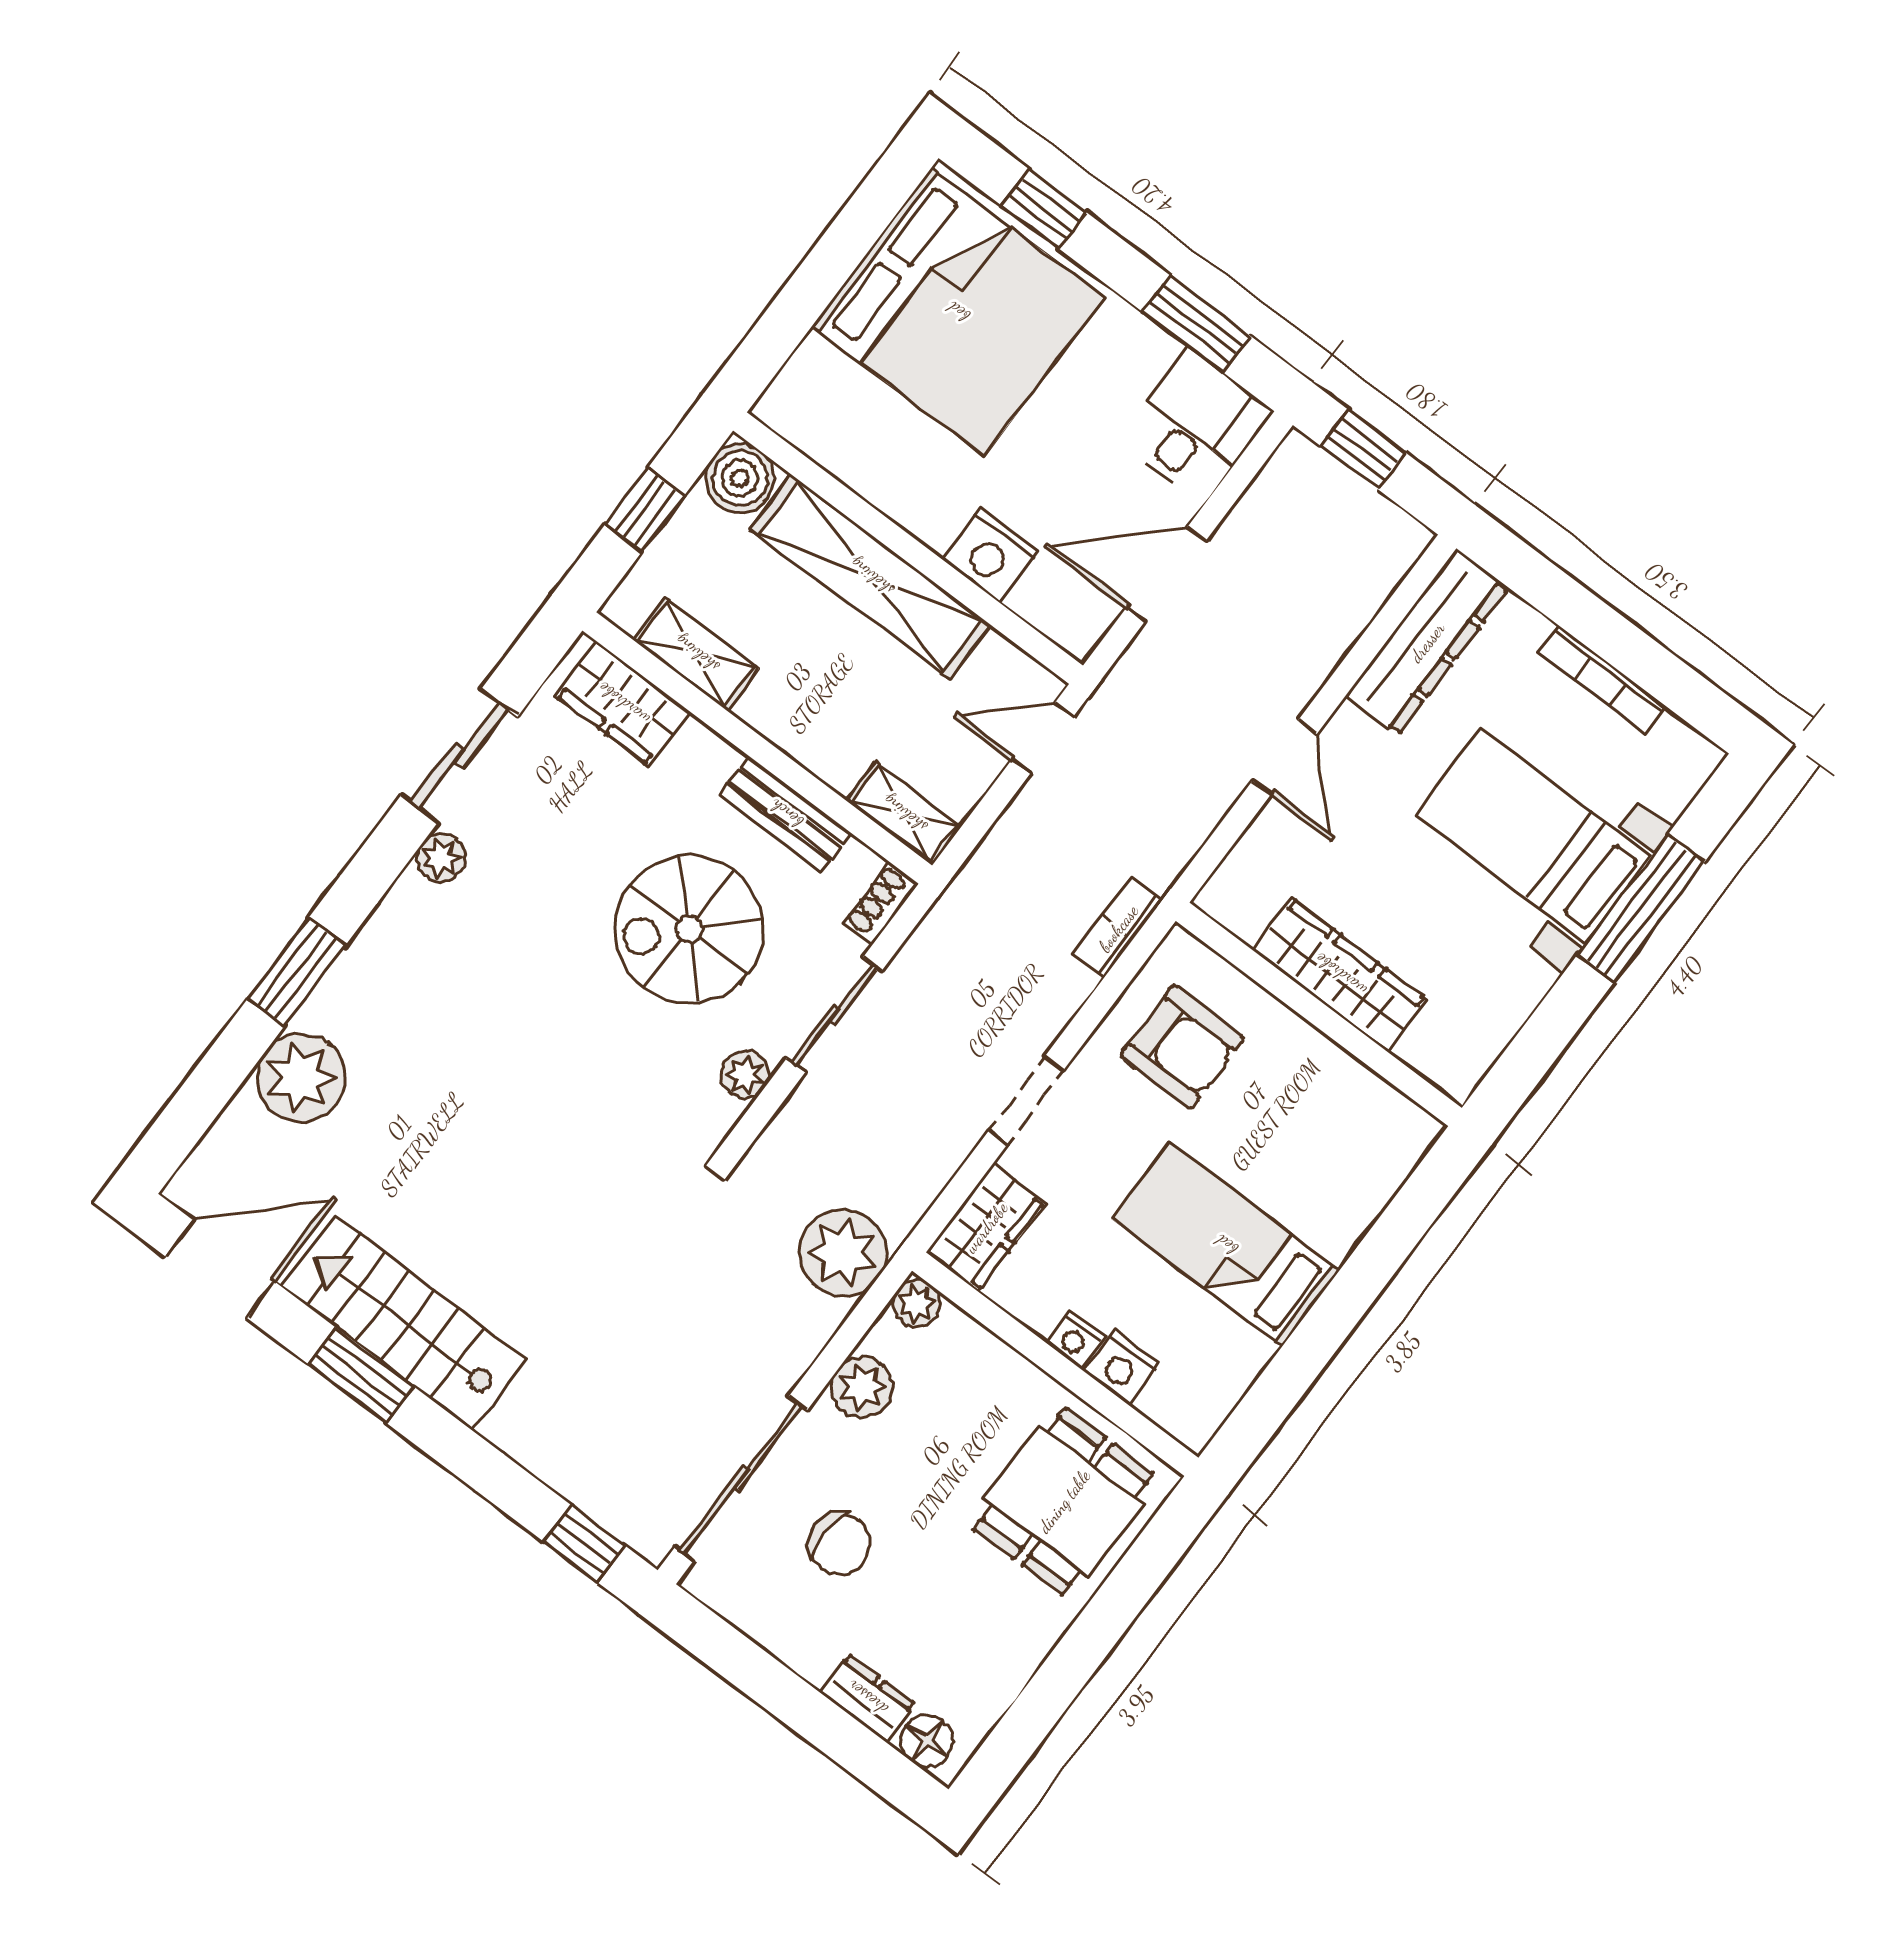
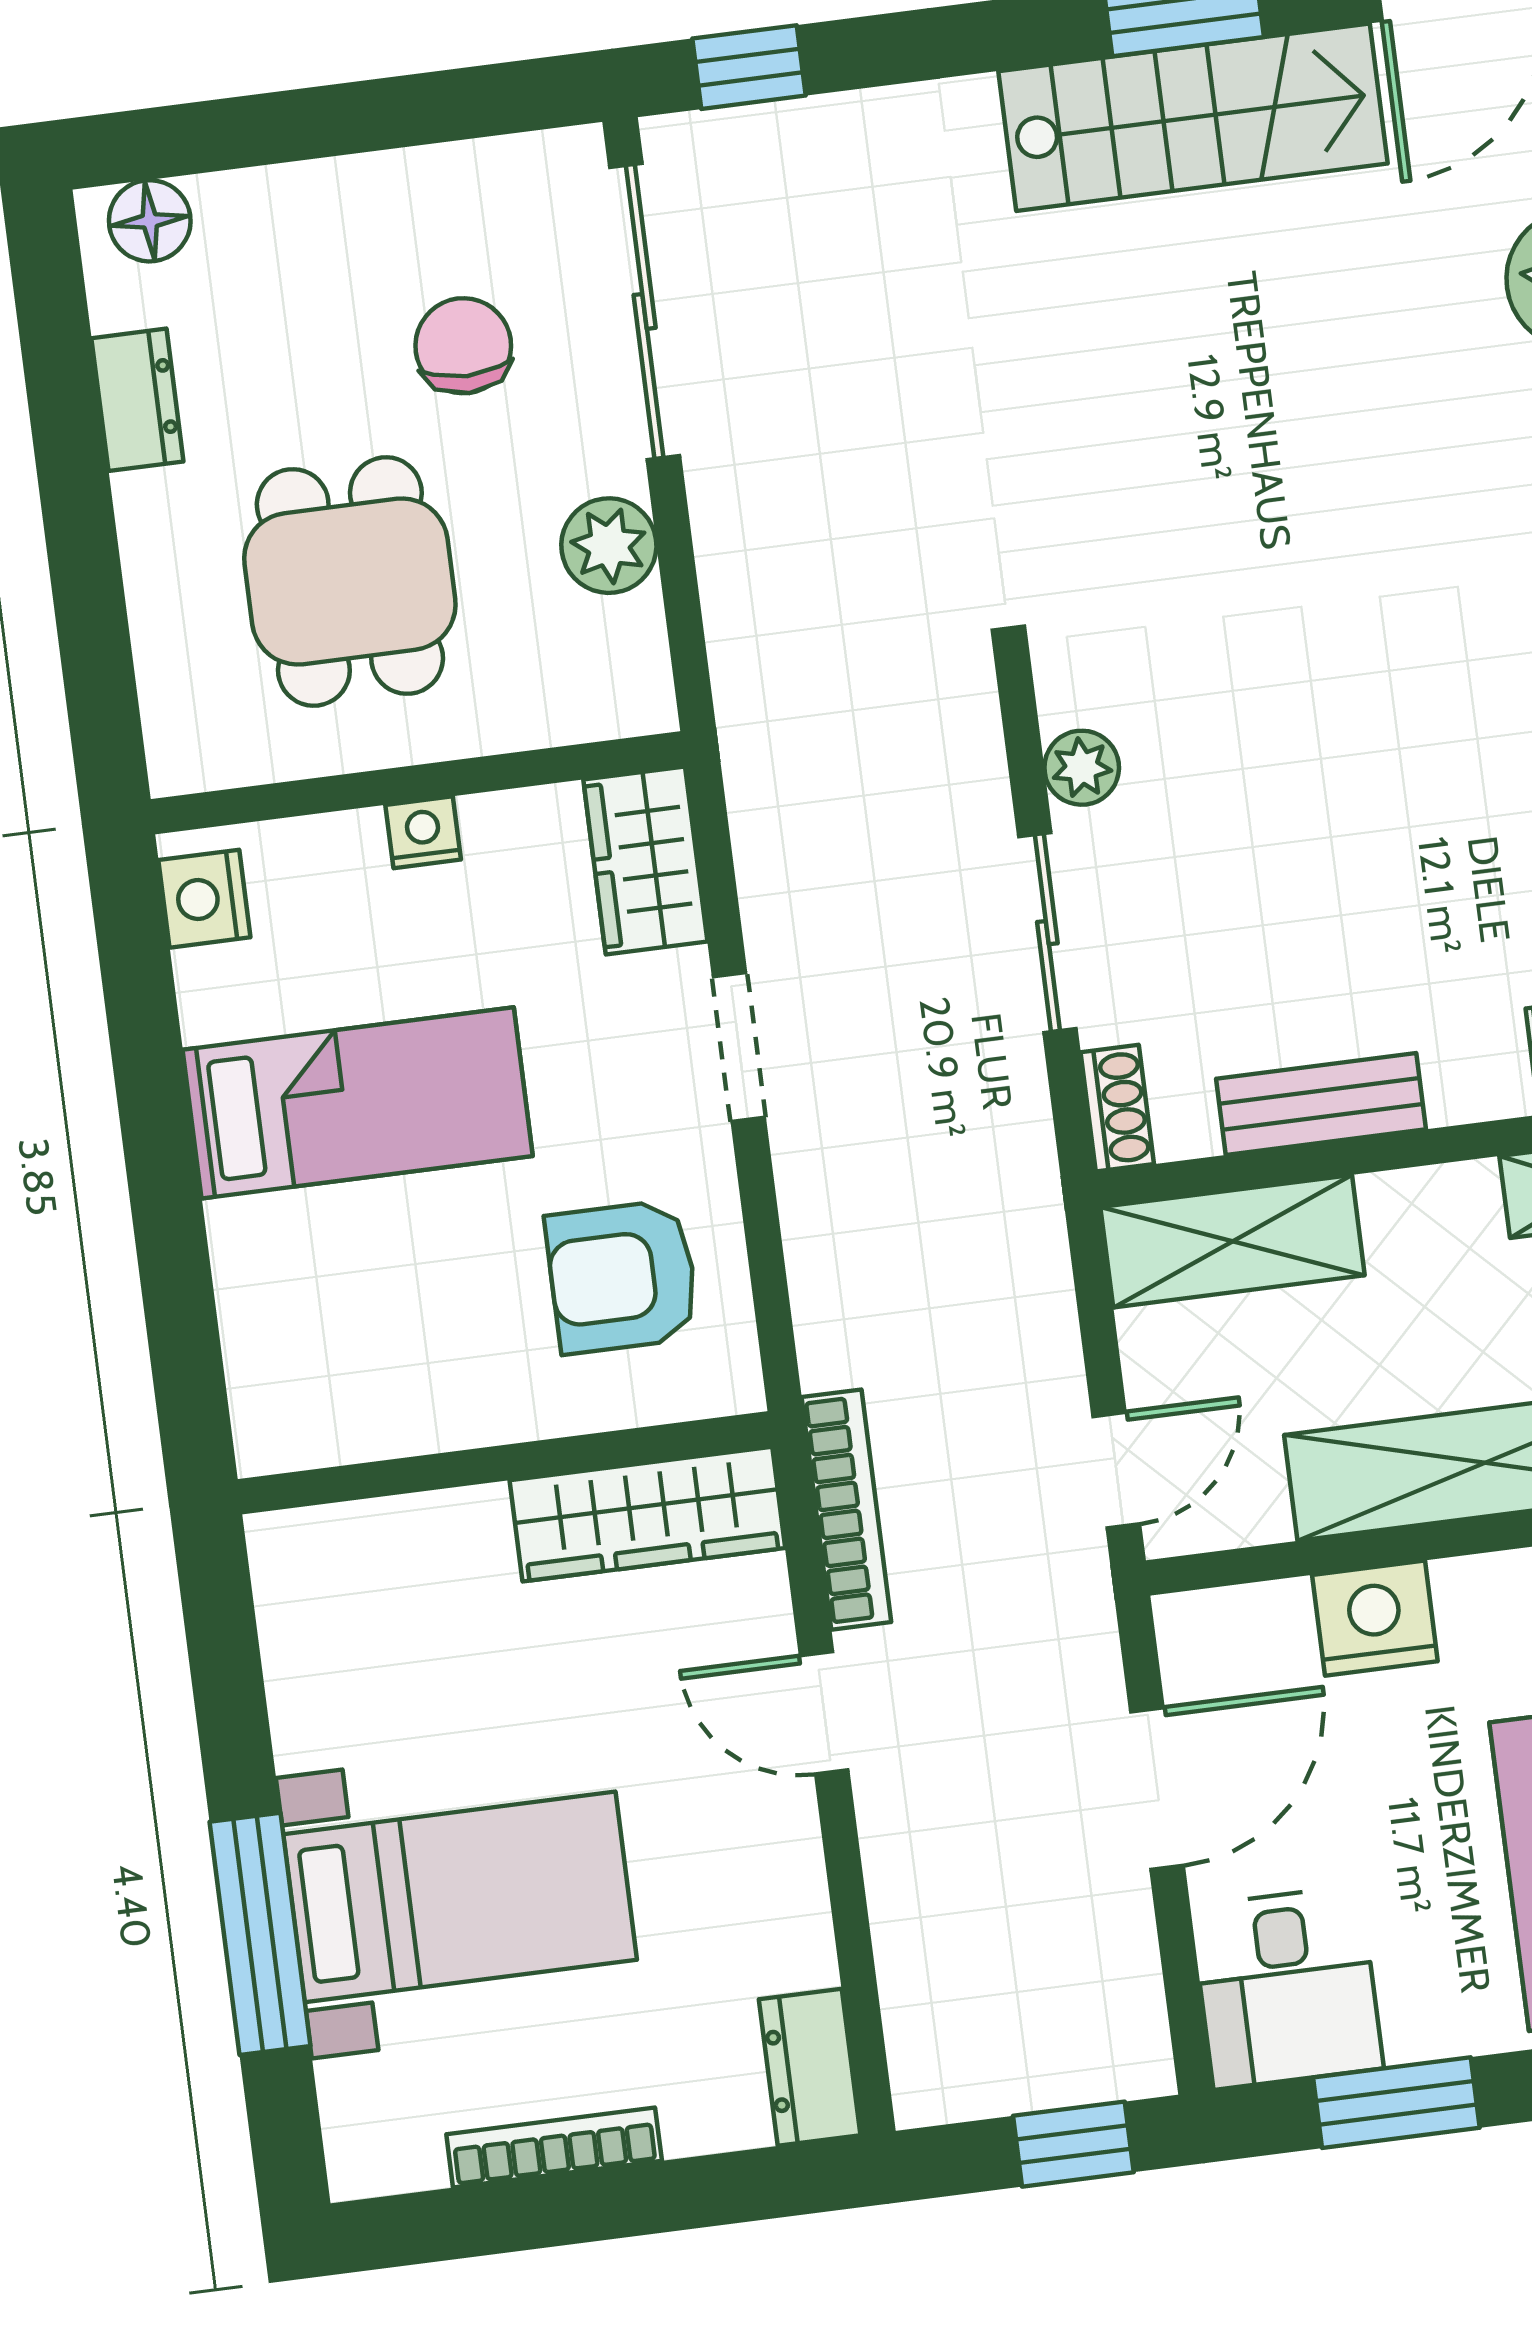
dresser: (1427, 642) -> (810, 2067), width x0.51, depth x0.80
shelving: (904, 814) -> (1233, 1241), width x1.50, depth x1.33
bookcase: (1118, 928) -> (846, 1510), moved, width x1.56
spiral stairs: (689, 929) -> (1303, 869), removed
wardrobe: (1340, 975) -> (647, 1514), moved
plant: (843, 1253) -> (777, 675), removed
plant: (917, 1303) -> (639, 699), removed
nightstand: (1122, 1367) -> (204, 899), moved, turned -90
dining table: (1064, 1501) -> (350, 581), moved
chair: (839, 1544) -> (463, 346), turned 90
dresser: (867, 1698) -> (137, 400), moved, turned -90

